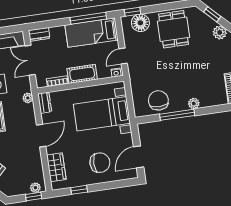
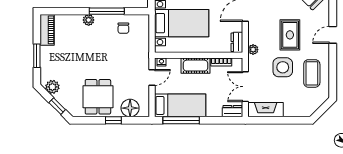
window: (132, 12) -> (113, 120), moved
double door: (30, 60) -> (245, 87), swing flipped
chair: (158, 100) -> (123, 28), width x0.54, depth x0.54

